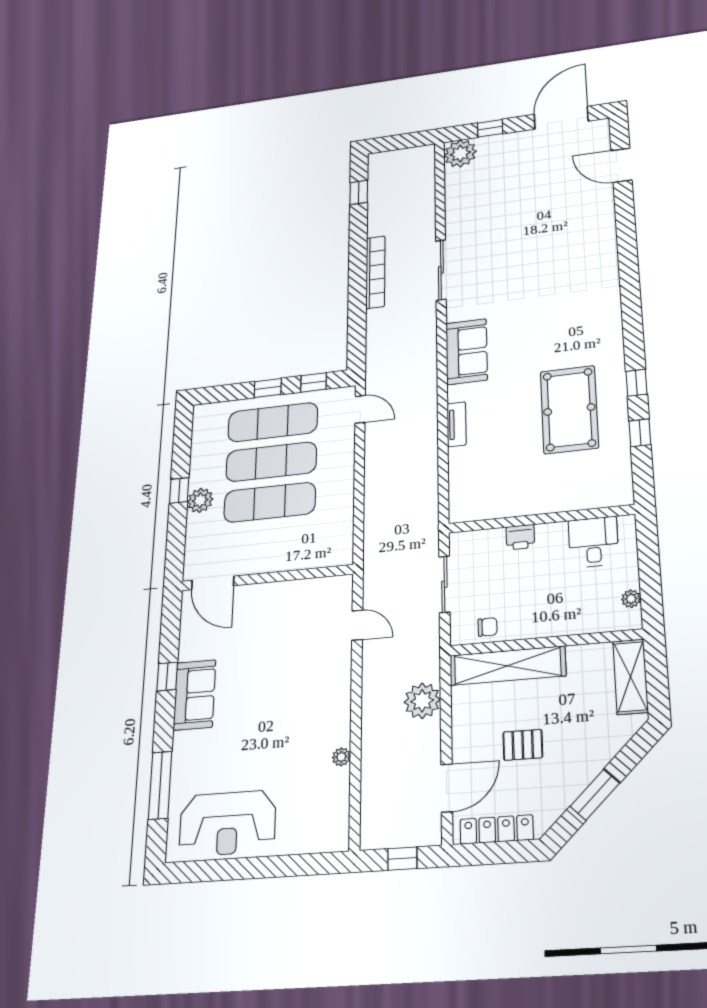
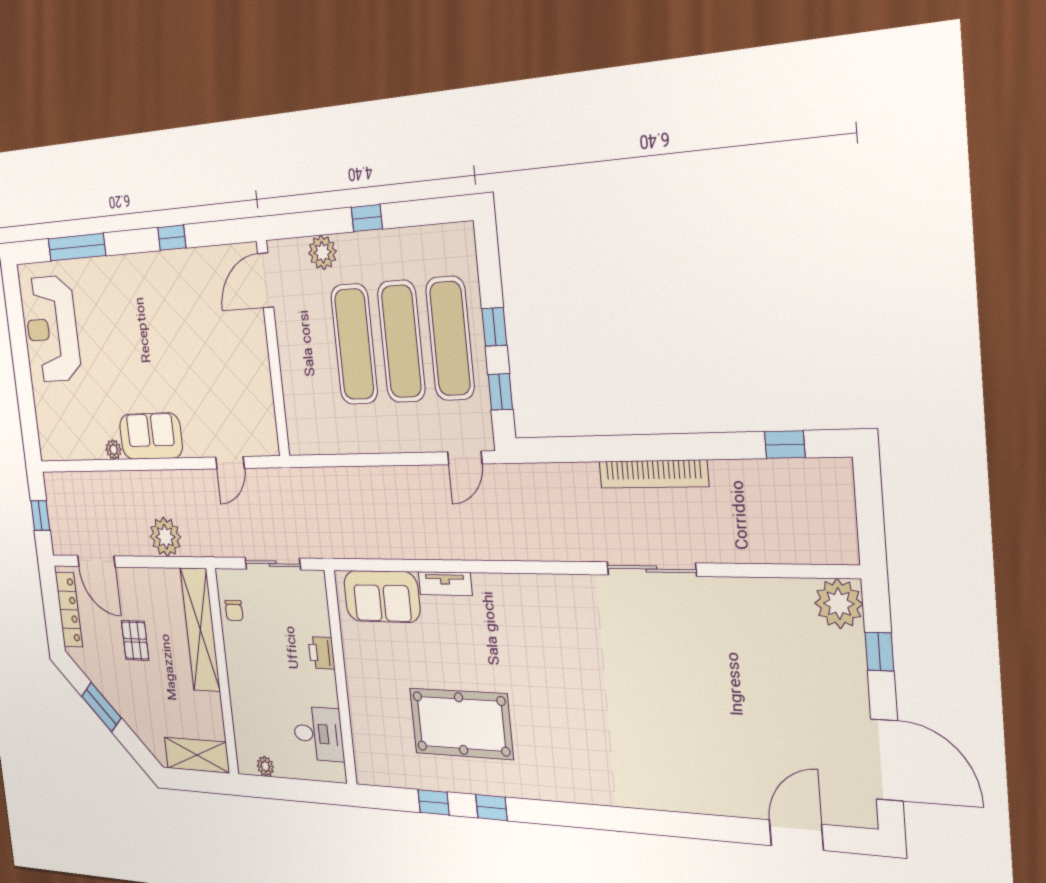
sofa: (467, 352) -> (382, 596), moved
plant: (200, 500) -> (323, 252), moved
sofa: (194, 695) -> (151, 436), moved, turned 180

